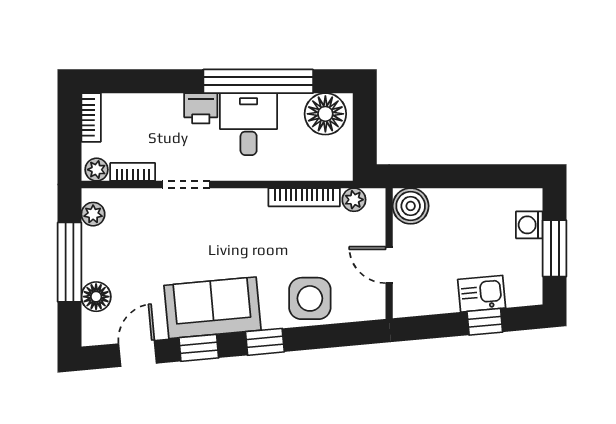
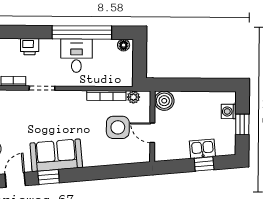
printer: (201, 108) -> (30, 47), moved
floor lamp: (325, 114) -> (124, 45), width x0.53, depth x0.53
window: (555, 248) -> (242, 124), width x0.67
side table: (310, 298) -> (118, 127), moved
window: (265, 342) -> (84, 174), removed

